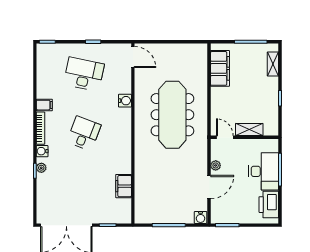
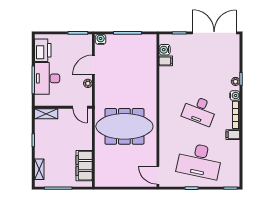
desk: (84, 74) -> (199, 161), width x1.36, depth x1.30
water cooler: (125, 101) -> (165, 50), moved
meeting table: (172, 115) -> (124, 126), turned 90
shelving: (249, 130) -> (46, 114), moved
desk: (84, 133) -> (199, 110), width x1.37
filing cabinet: (124, 186) -> (166, 61), width x0.50

